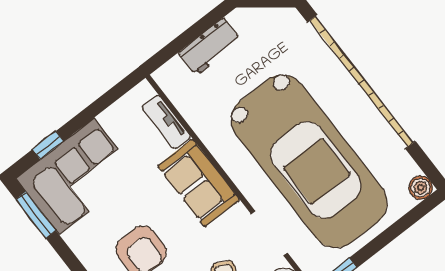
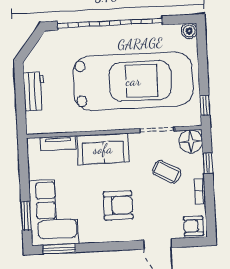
window: (48, 145) -> (26, 216), width x1.50

